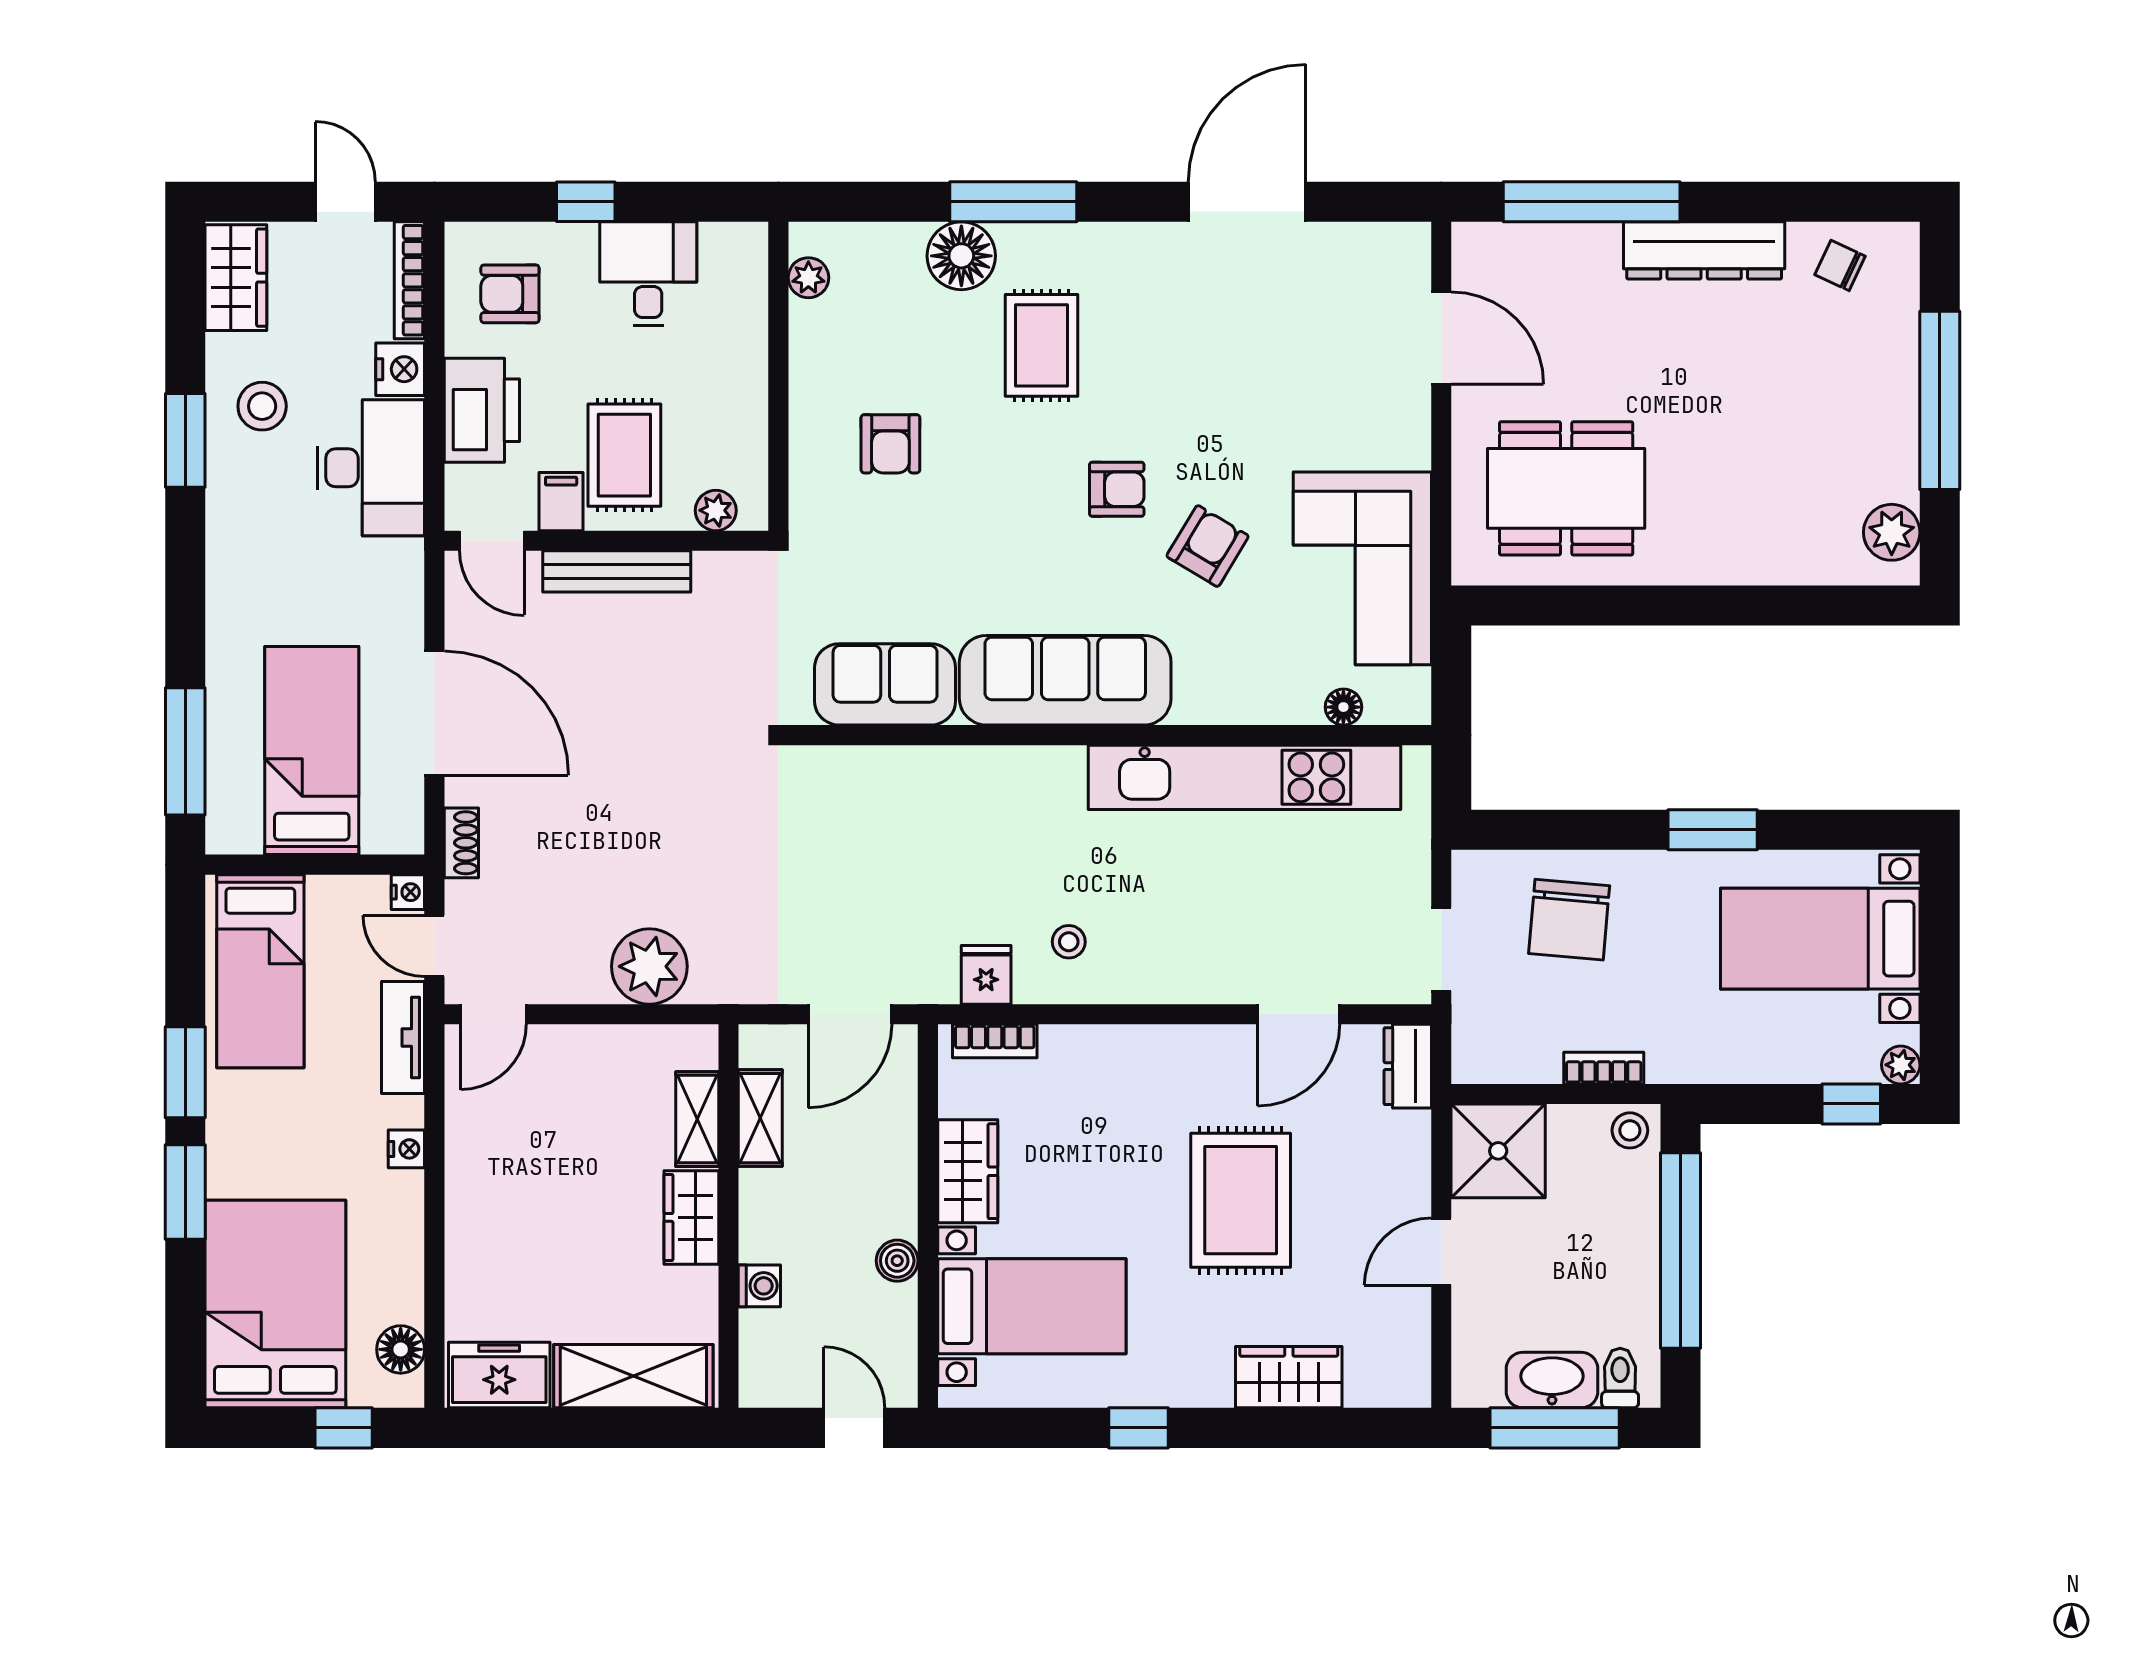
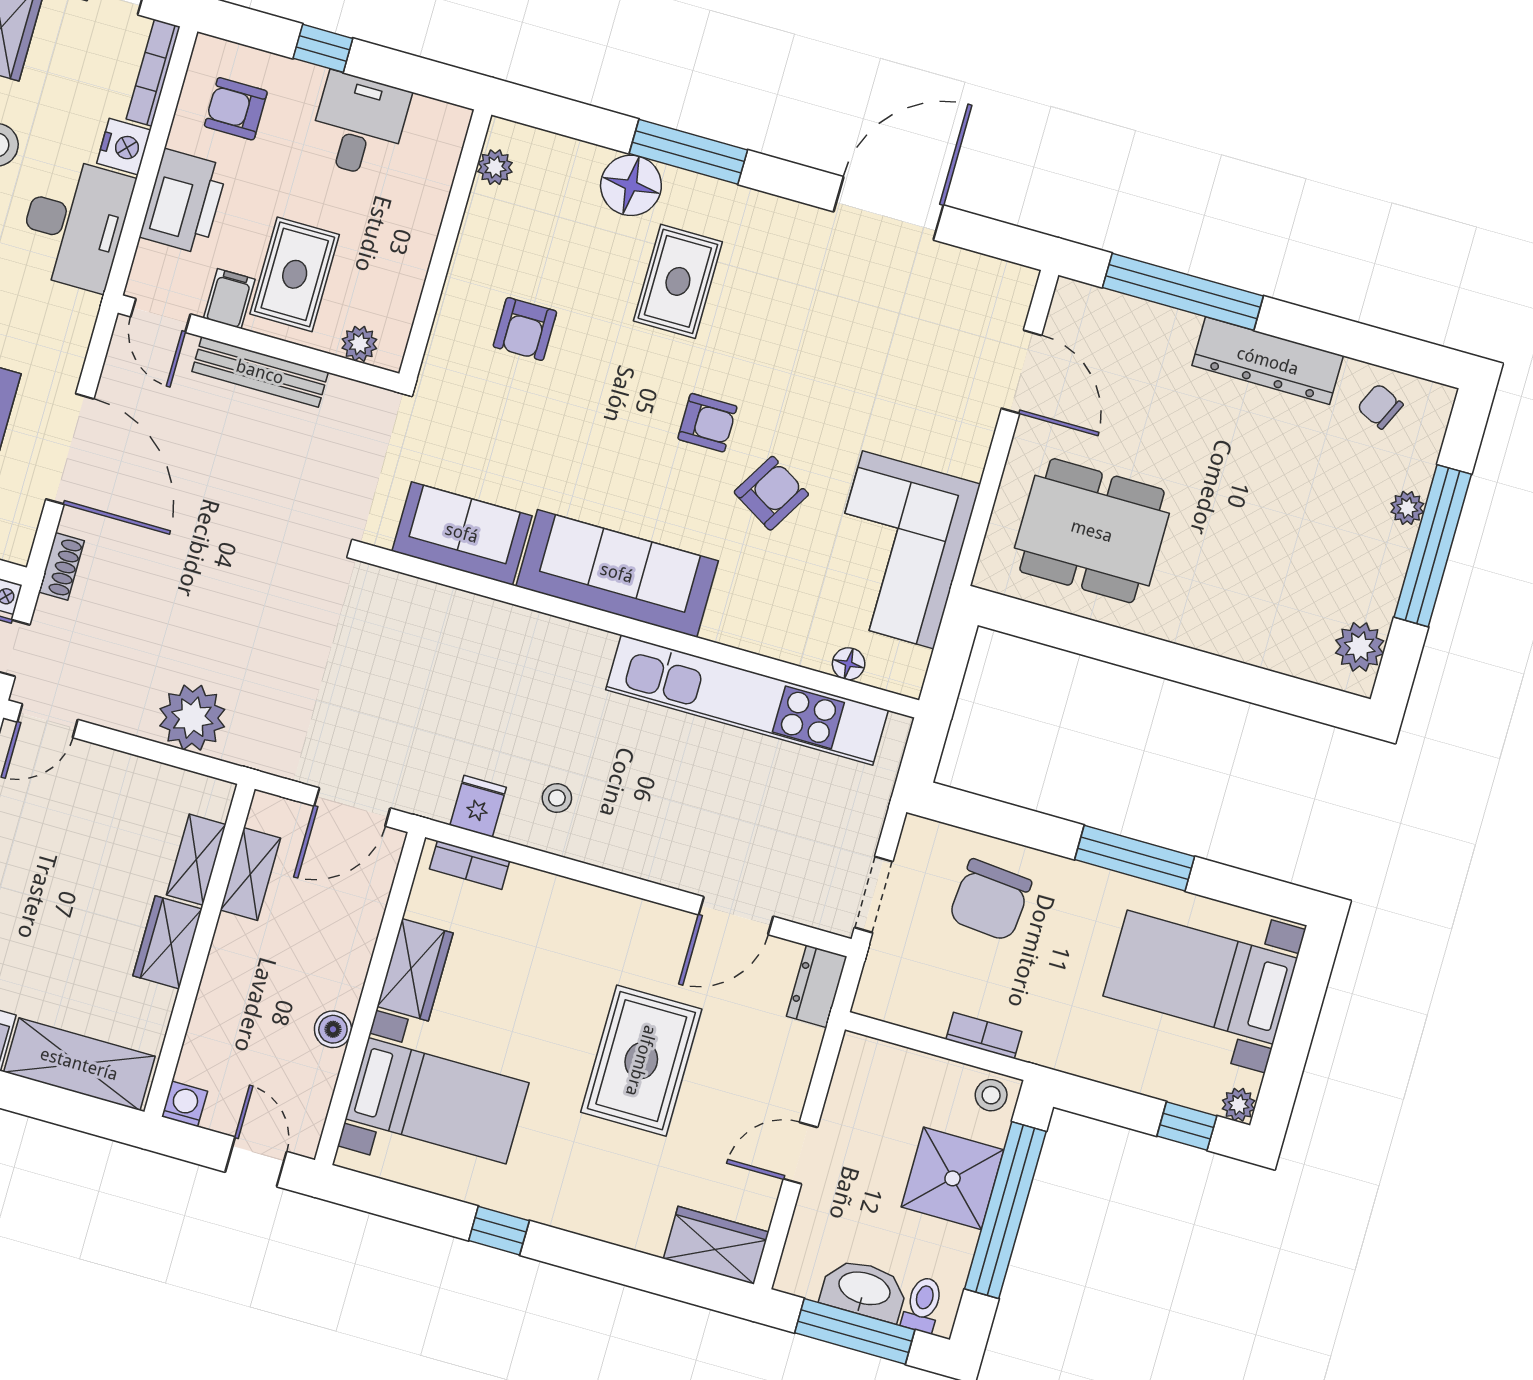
plant: (1901, 367) -> (1407, 508), added
window: (1713, 830) -> (1135, 858), width x1.44
shower: (1498, 1151) -> (953, 1178), moved
washing machine: (759, 1286) -> (185, 1104), moved, turned -90
wardrobe: (1289, 1377) -> (716, 1245), moved

